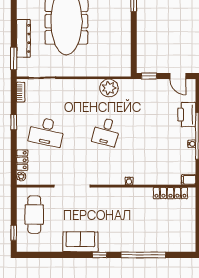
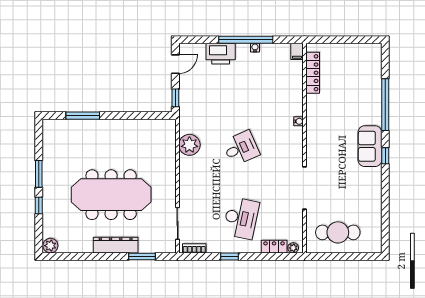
dresser: (23, 38) -> (116, 245), moved
window: (14, 58) -> (142, 256), moved
desk: (106, 132) -> (241, 148), turned -39
window: (14, 233) -> (359, 256), removed
sofa: (80, 242) -> (370, 146), moved

